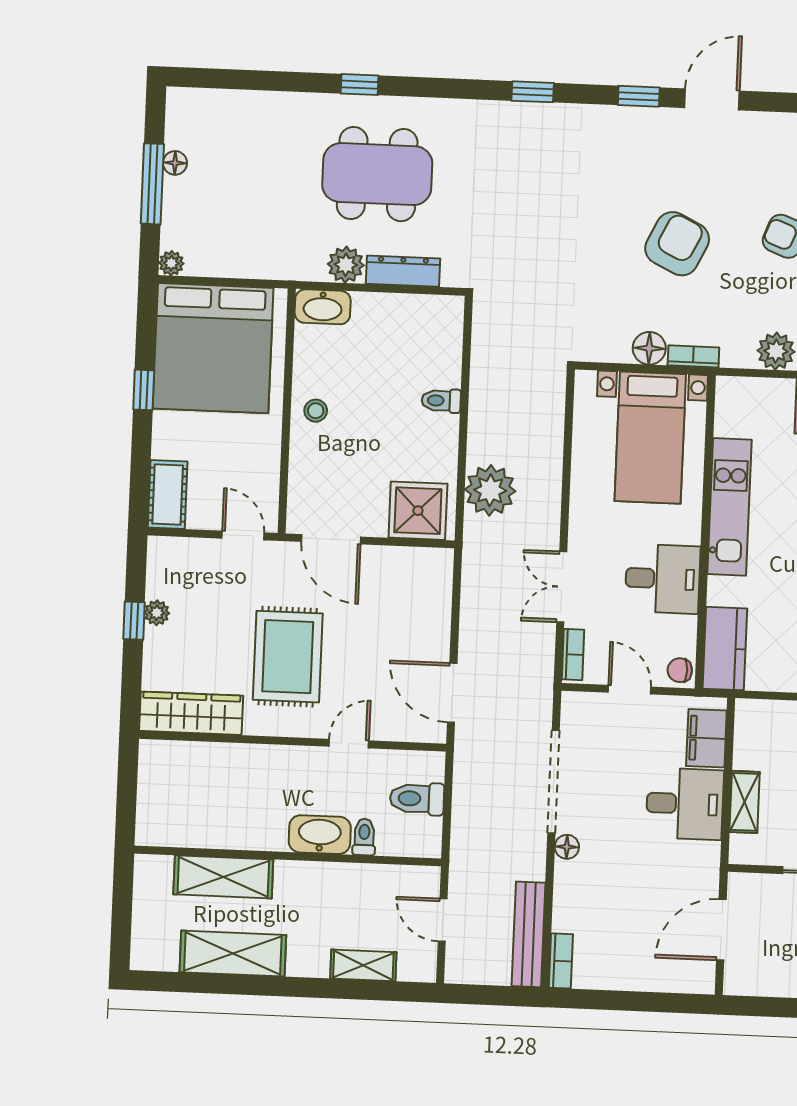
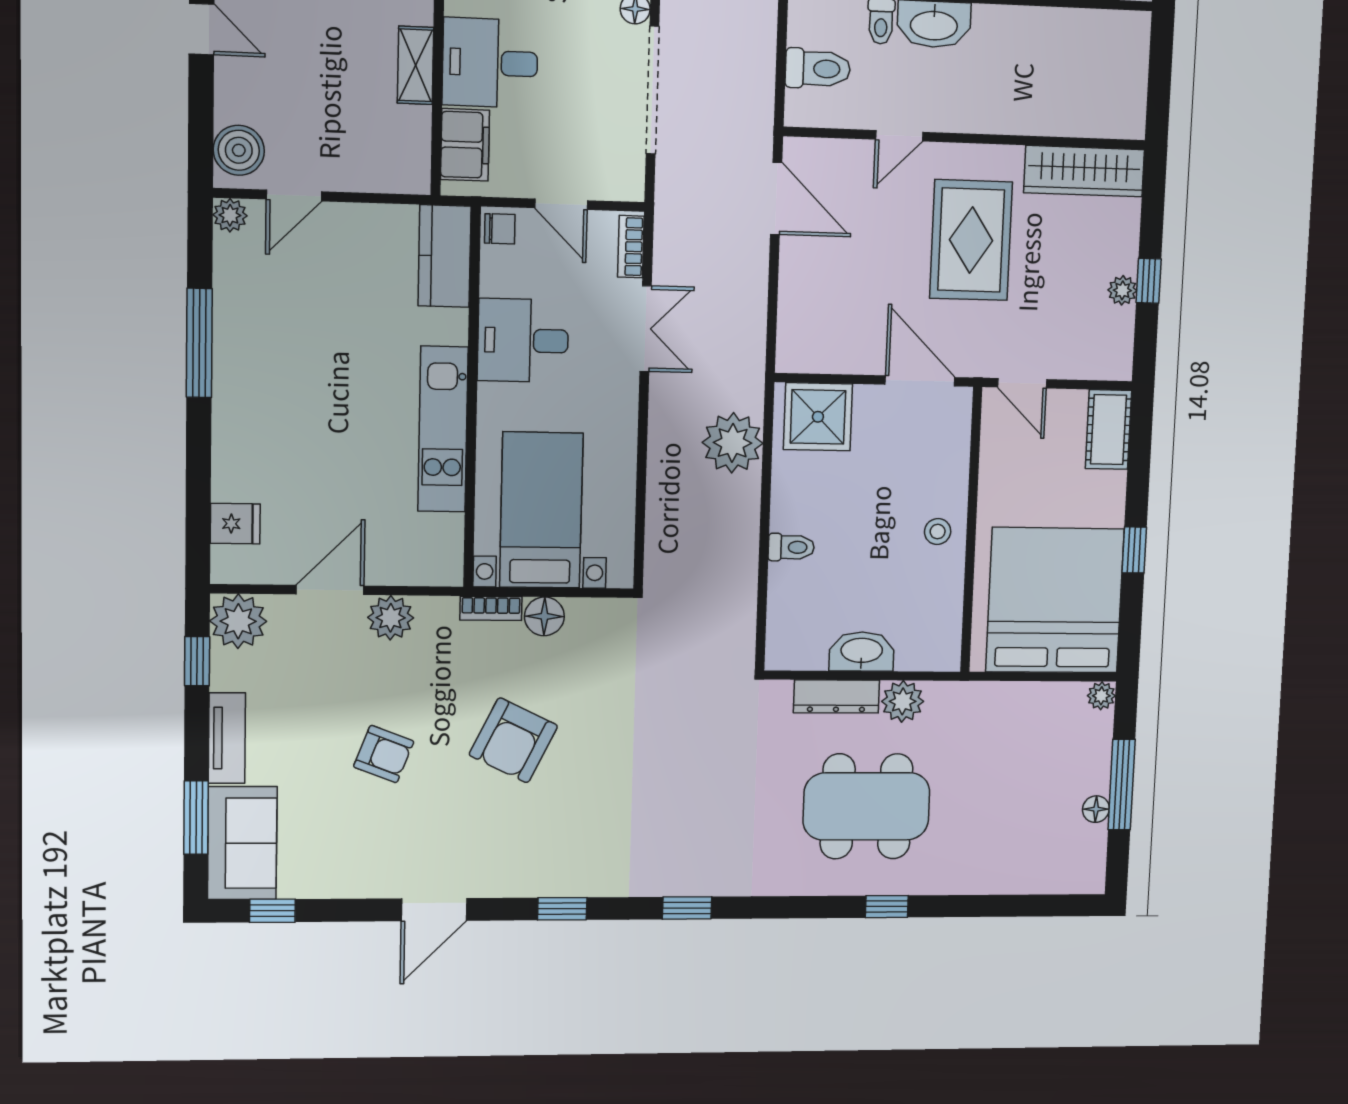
door: (712, 99) -> (434, 910), moved
washbasin: (323, 307) -> (862, 652), moved

